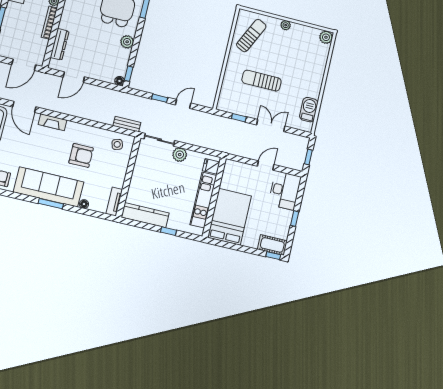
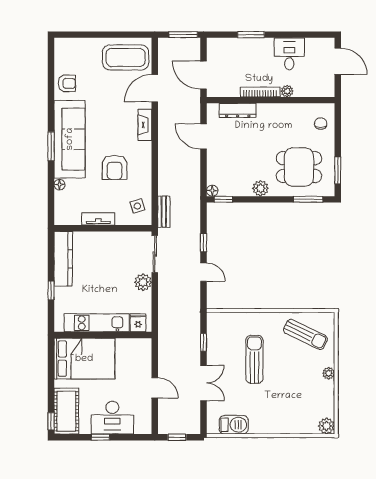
desk: (285, 190) -> (112, 418), moved
tv unit: (114, 202) -> (98, 219), moved
cot: (272, 245) -> (66, 411), width x1.37, depth x1.34

